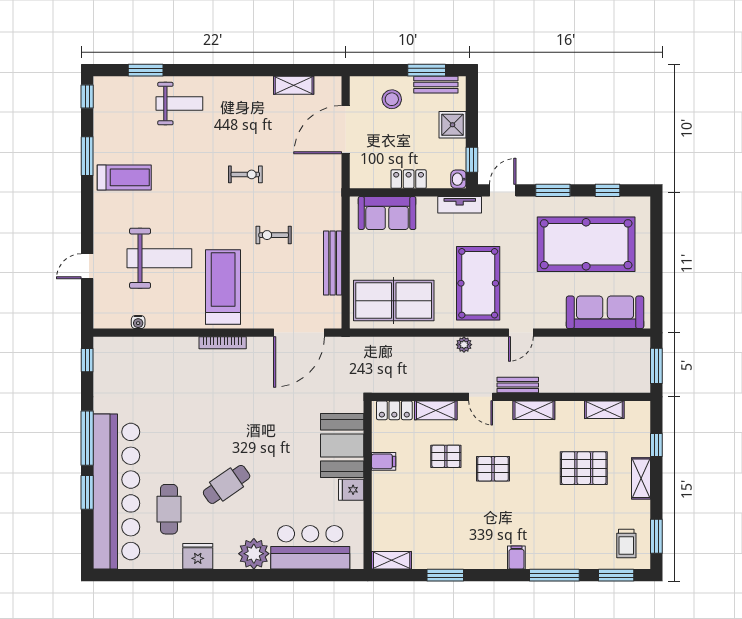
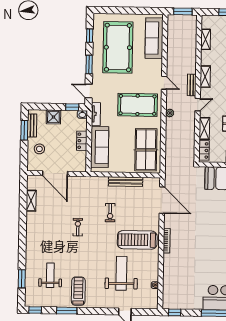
weight bench: (179, 104) -> (50, 275), moved
sofa: (387, 213) -> (100, 147), width x1.36

